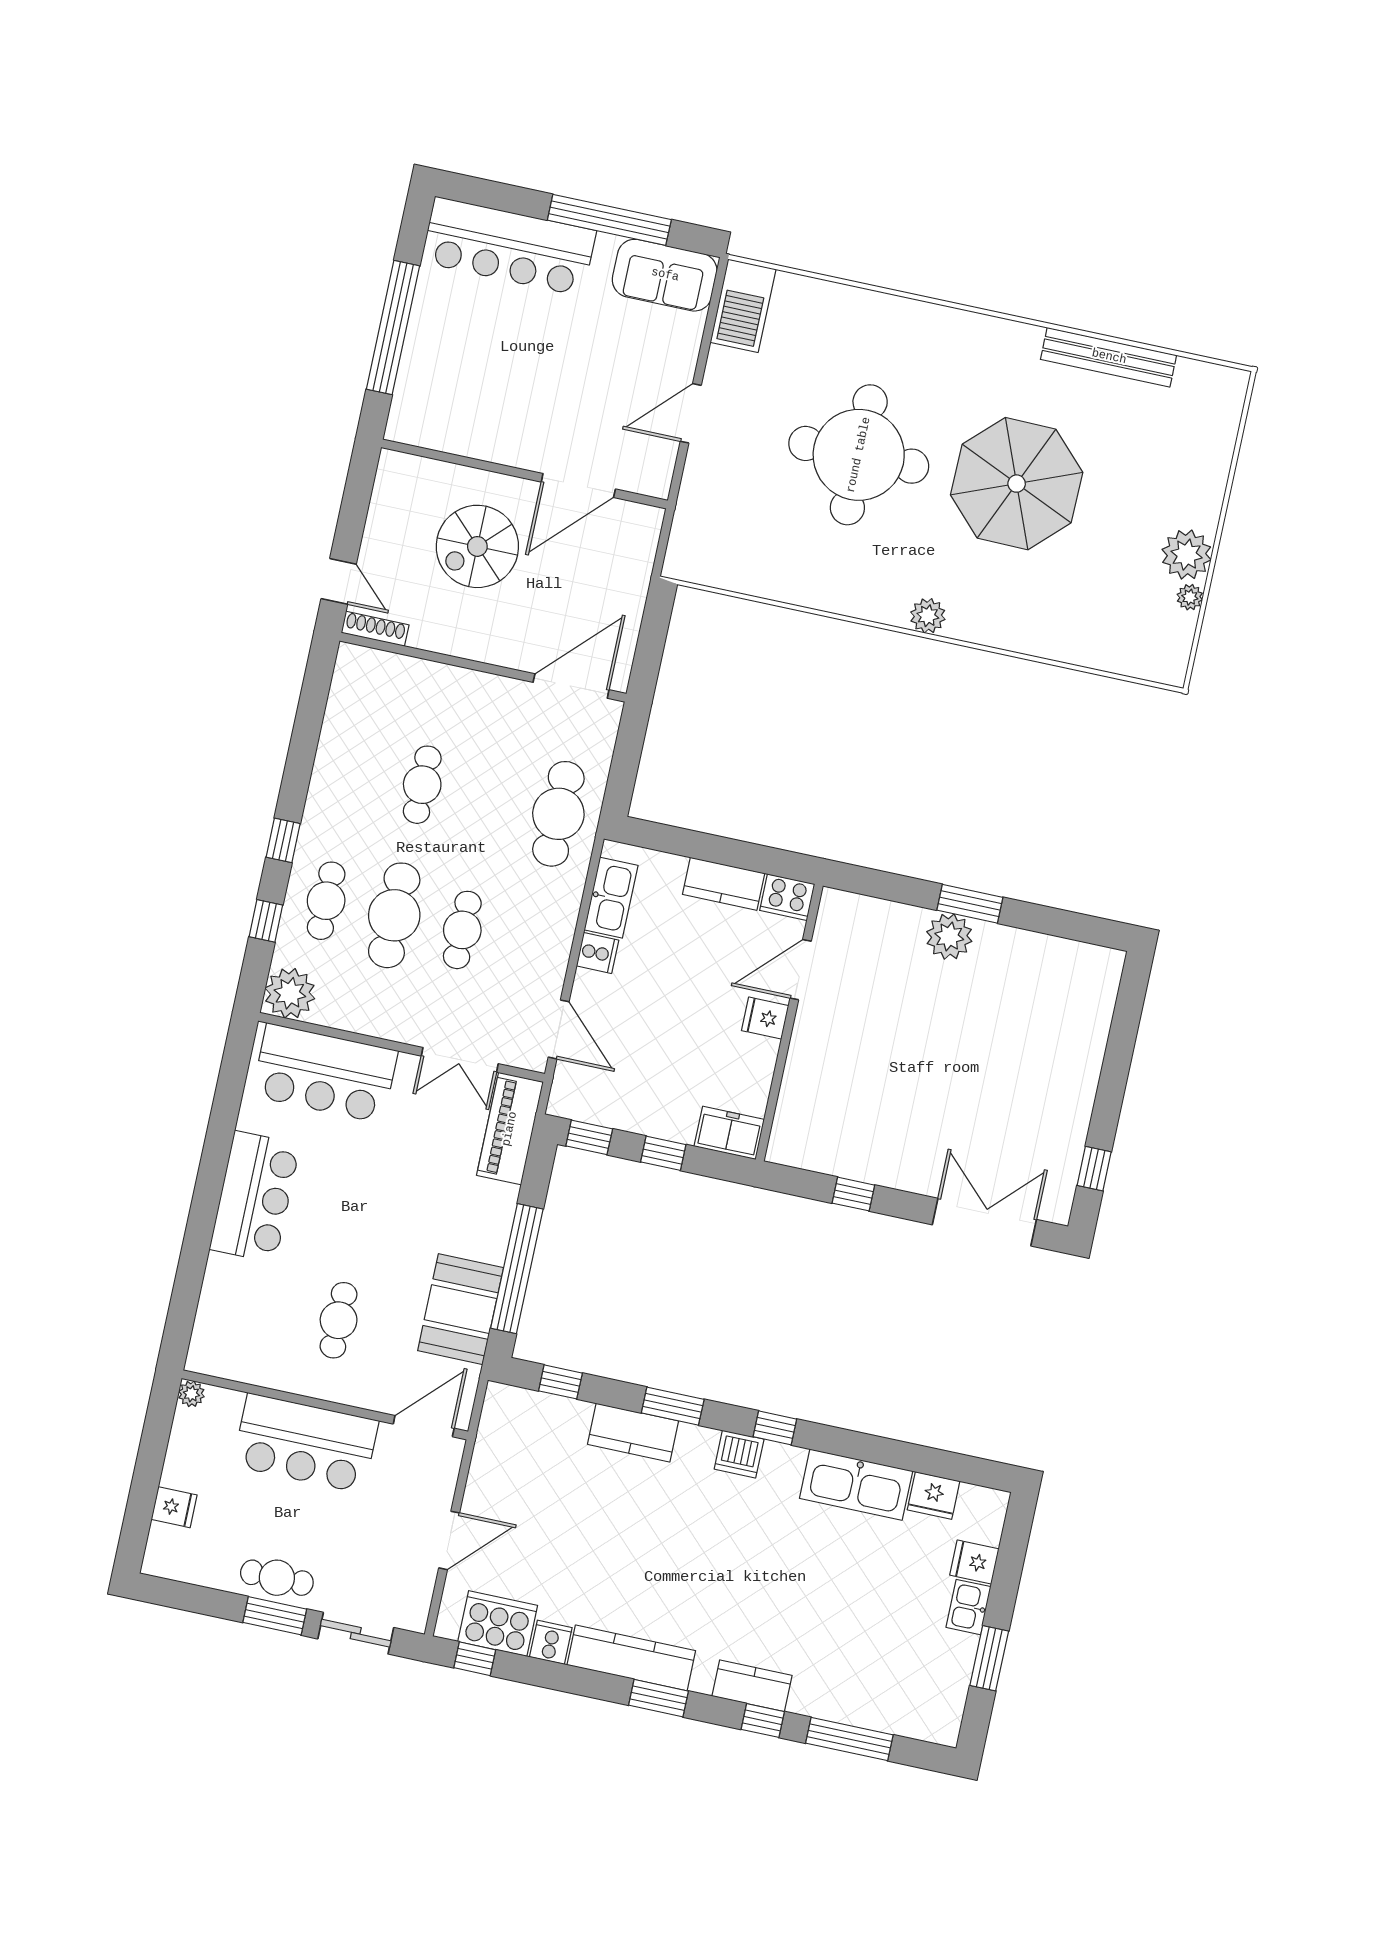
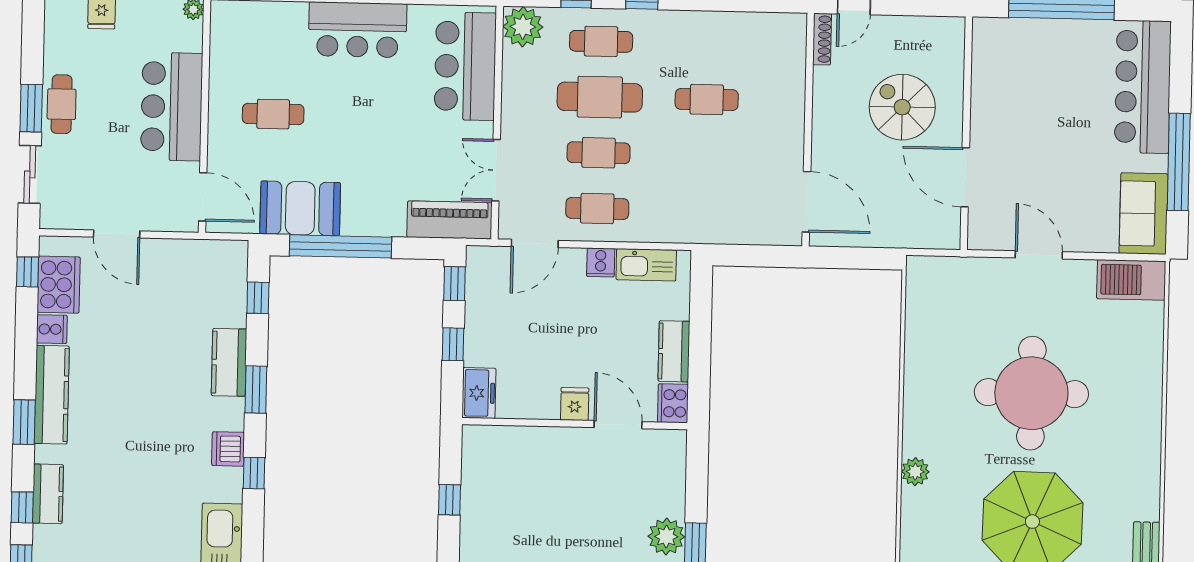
cafe table: (558, 814) -> (597, 208), moved, width x0.73, depth x0.74

